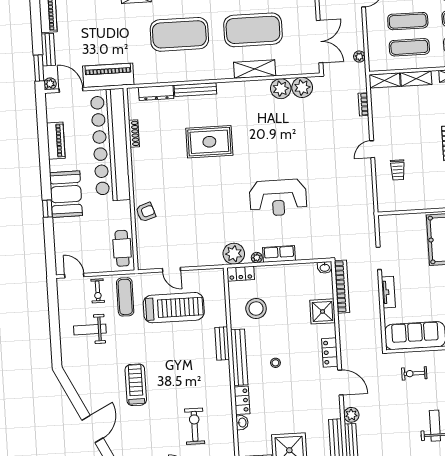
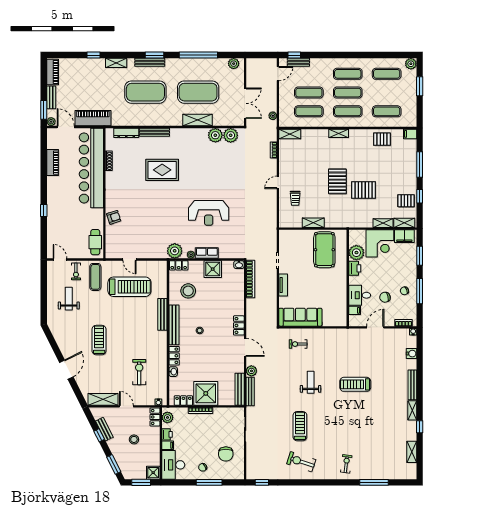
shelving: (416, 79) -> (313, 223), moved
booth: (66, 194) -> (58, 201), removed
shower: (323, 311) -> (213, 269), moved
weight bench: (90, 329) -> (69, 299), turned 90
bench: (222, 343) -> (162, 314), width x1.36

